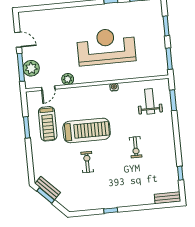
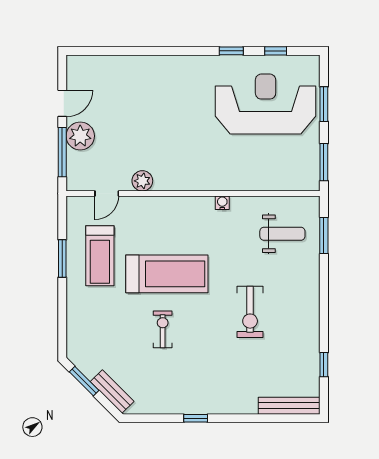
door: (18, 40) -> (62, 103), hinge flipped
reception desk: (106, 46) -> (266, 104), moved
plant: (31, 68) -> (80, 136), moved
weight bench: (150, 101) -> (282, 234), turned 90
exercise bike: (136, 147) -> (250, 312), width x1.38, depth x1.39
bench: (48, 188) -> (112, 391), moved
bench: (167, 198) -> (289, 406), width x1.36

